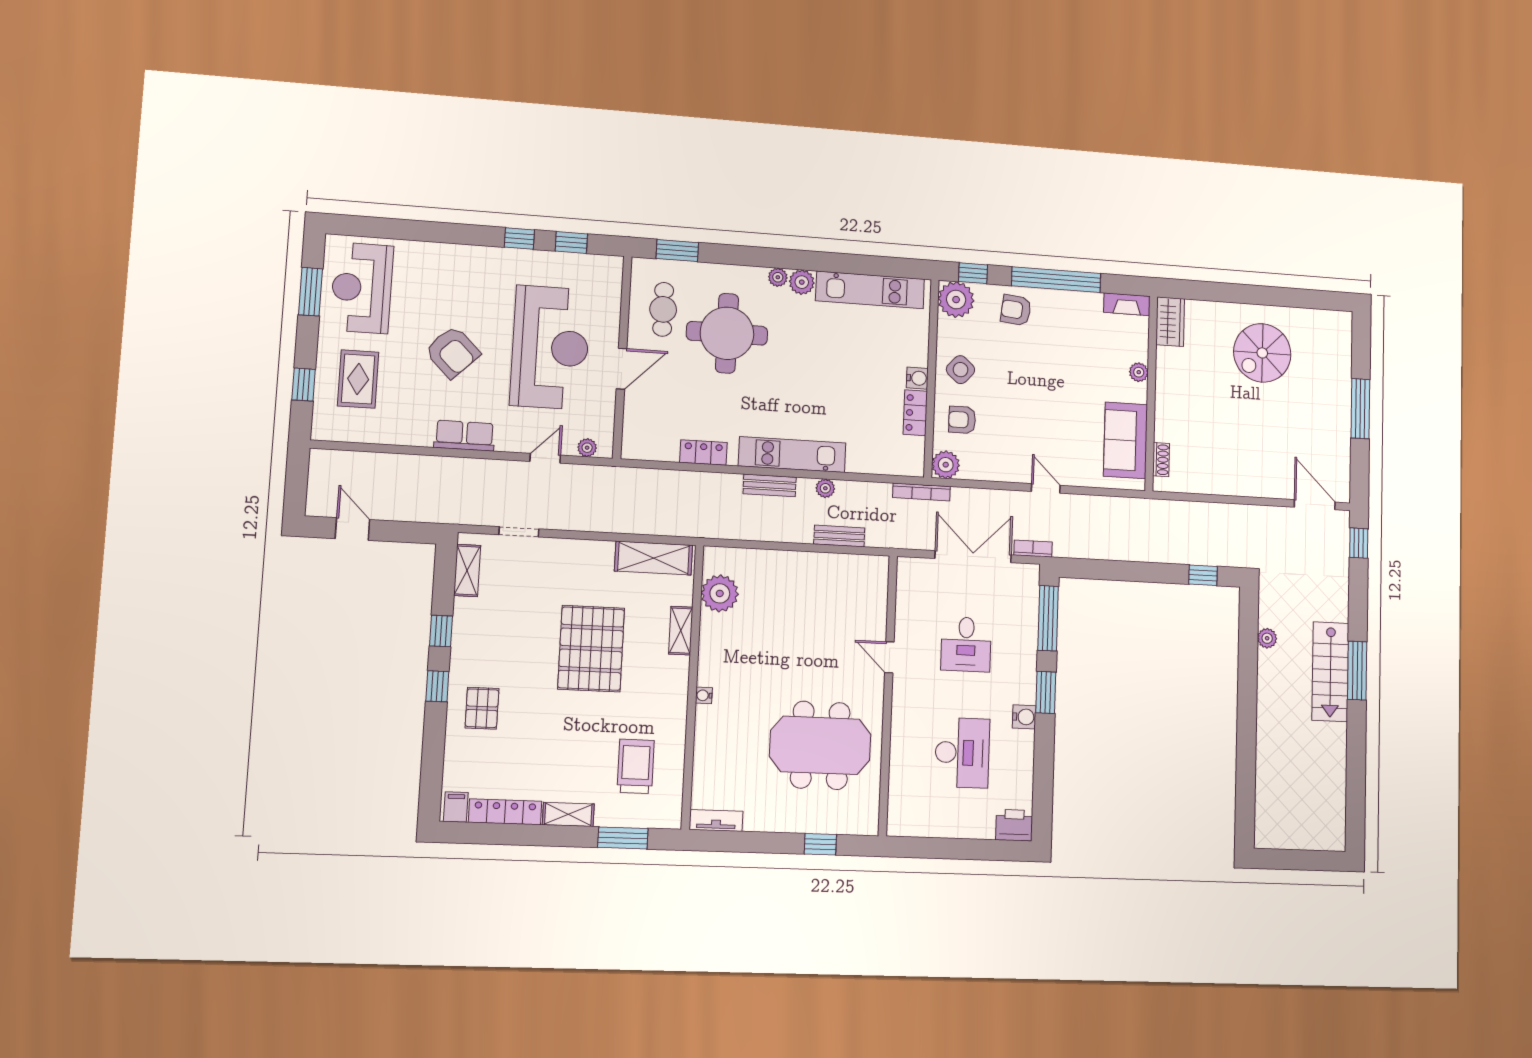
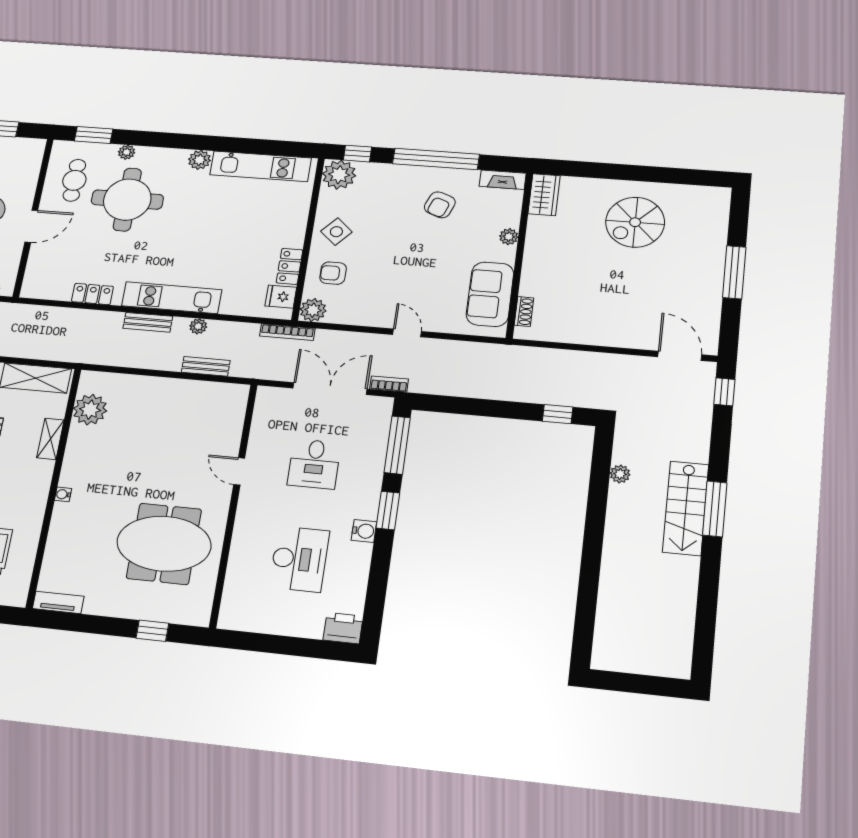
plant: (778, 277) -> (127, 152), moved
armchair: (1016, 310) -> (440, 205), moved, turned -75
water cooler: (917, 378) -> (295, 238), removed
fridge: (910, 450) -> (281, 297), added

